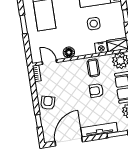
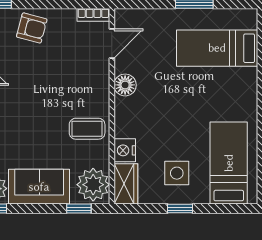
side table: (94, 24) -> (177, 173), moved
armchair: (96, 91) -> (41, 128), removed

